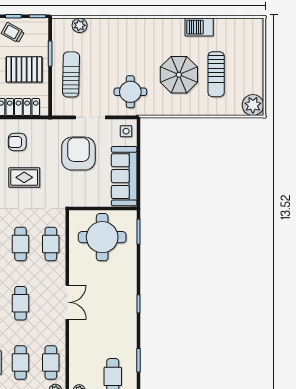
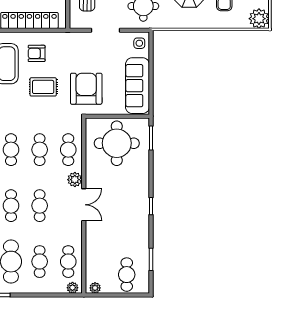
armchair: (78, 154) -> (86, 89), moved
plant: (58, 276) -> (75, 180), added

